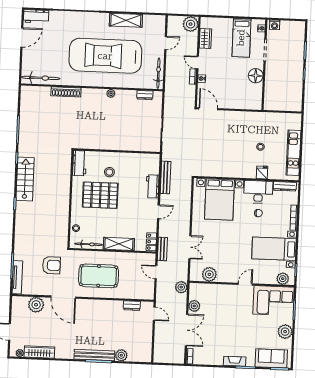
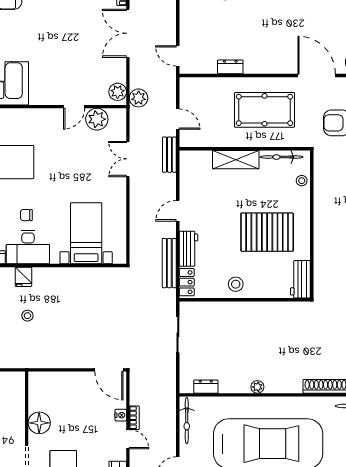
stool: (109, 172) -> (236, 284), moved
bed with nightstands: (220, 199) -> (86, 233), width x0.73
locker: (151, 242) -> (187, 282), moved
door: (245, 284) -> (74, 107), moved
dresser: (132, 306) -> (230, 67), moved
plant: (194, 306) -> (118, 92), moved

